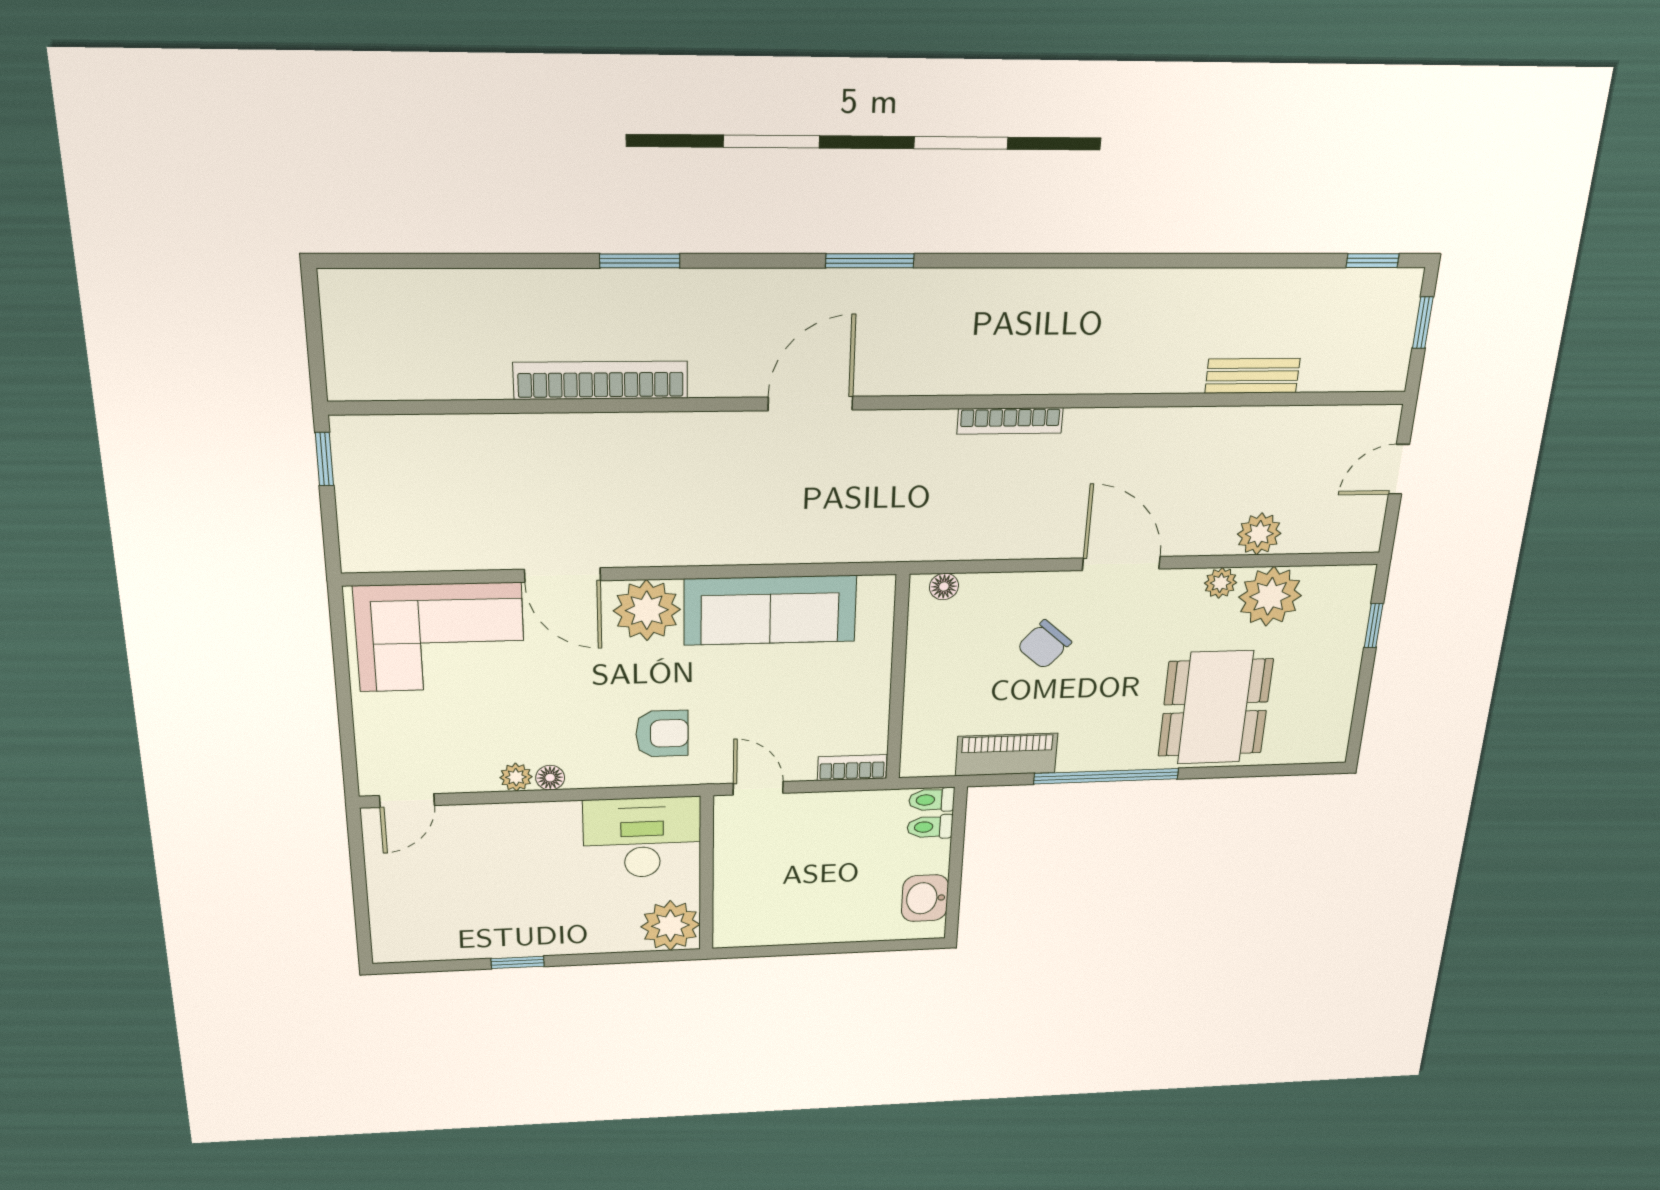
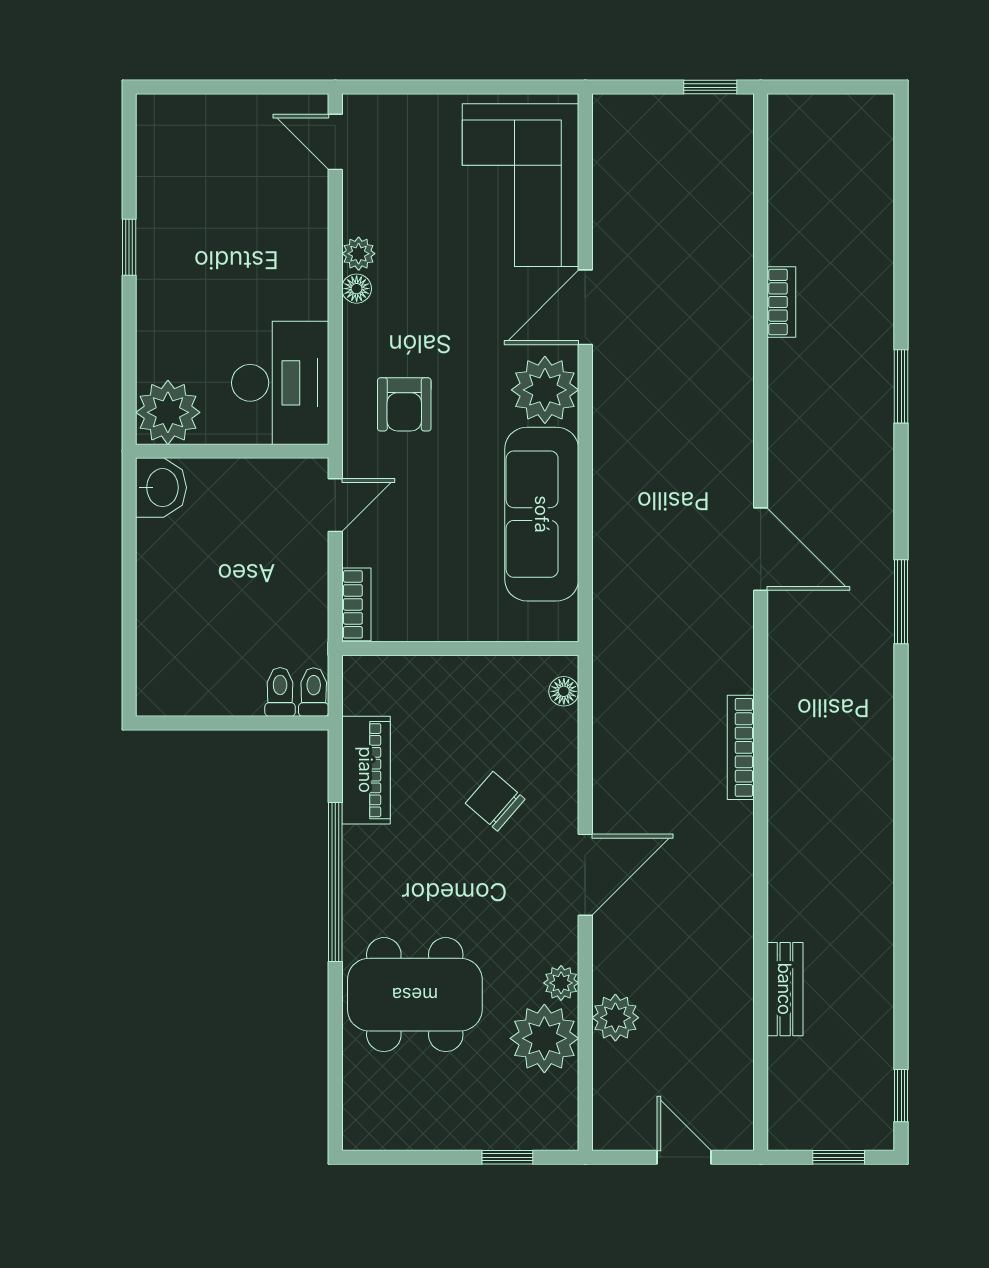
bookcase: (601, 380) -> (781, 302), width x0.43, depth x0.76
washbasin: (925, 898) -> (161, 488), moved, turned 90

